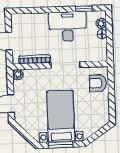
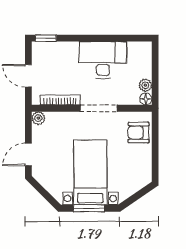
window: (84, 9) -> (46, 38), moved
plant: (101, 23) -> (145, 85), moved
floor lamp: (102, 34) -> (146, 99), moved

